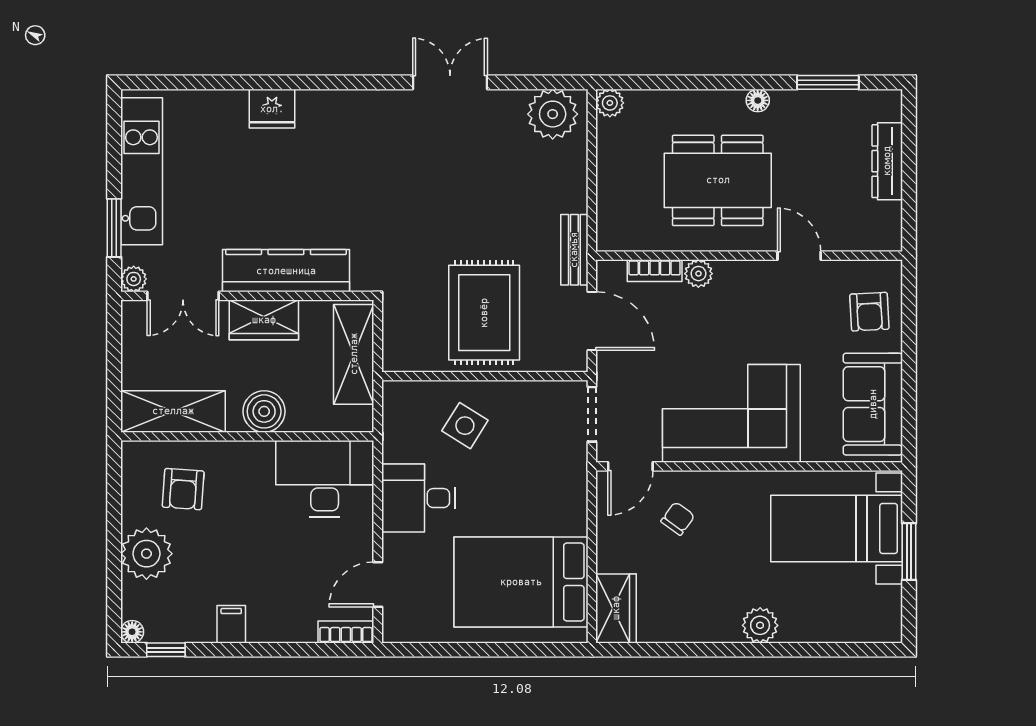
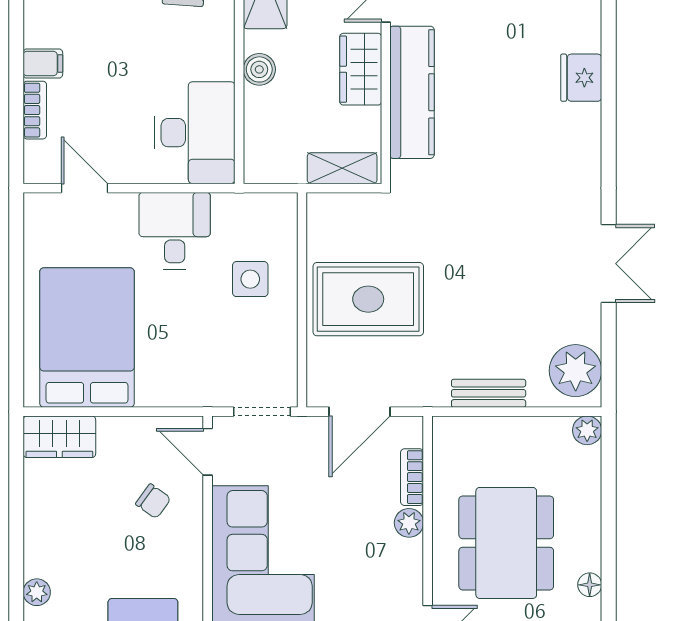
bench: (574, 250) -> (489, 393), moved
shelving: (354, 354) -> (342, 168), width x0.67, depth x0.75
boiler: (264, 411) -> (259, 69), width x0.73, depth x0.73
side table: (465, 426) -> (250, 279), turned -32
filing cabinet: (231, 624) -> (43, 63), moved
plant: (760, 625) -> (37, 592), width x0.73, depth x0.73
bookcase: (346, 632) -> (35, 110), moved

